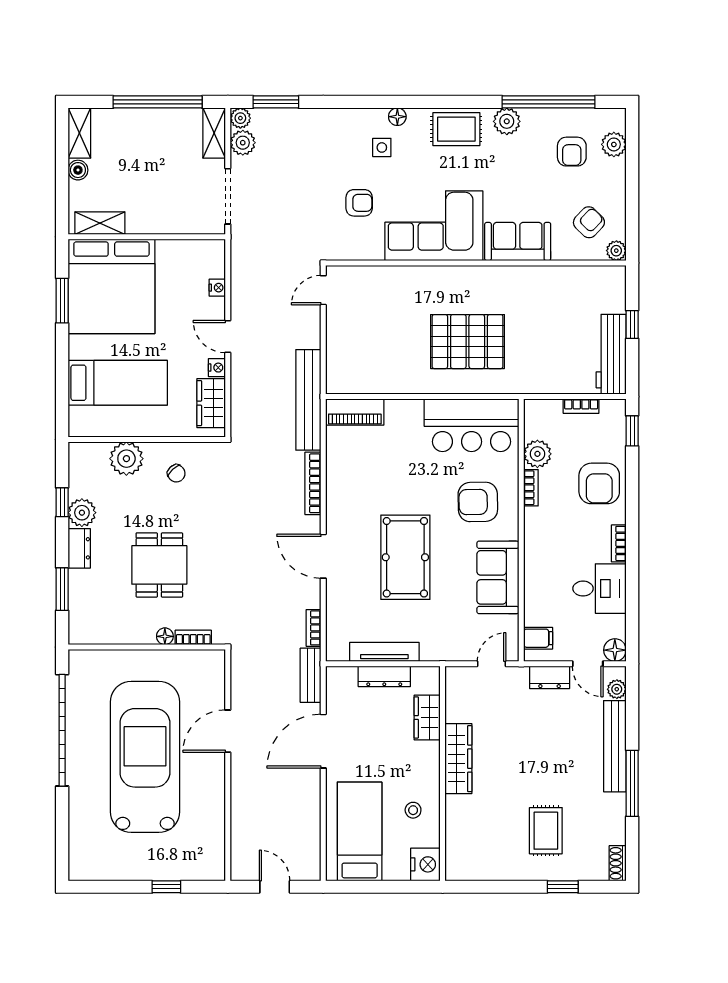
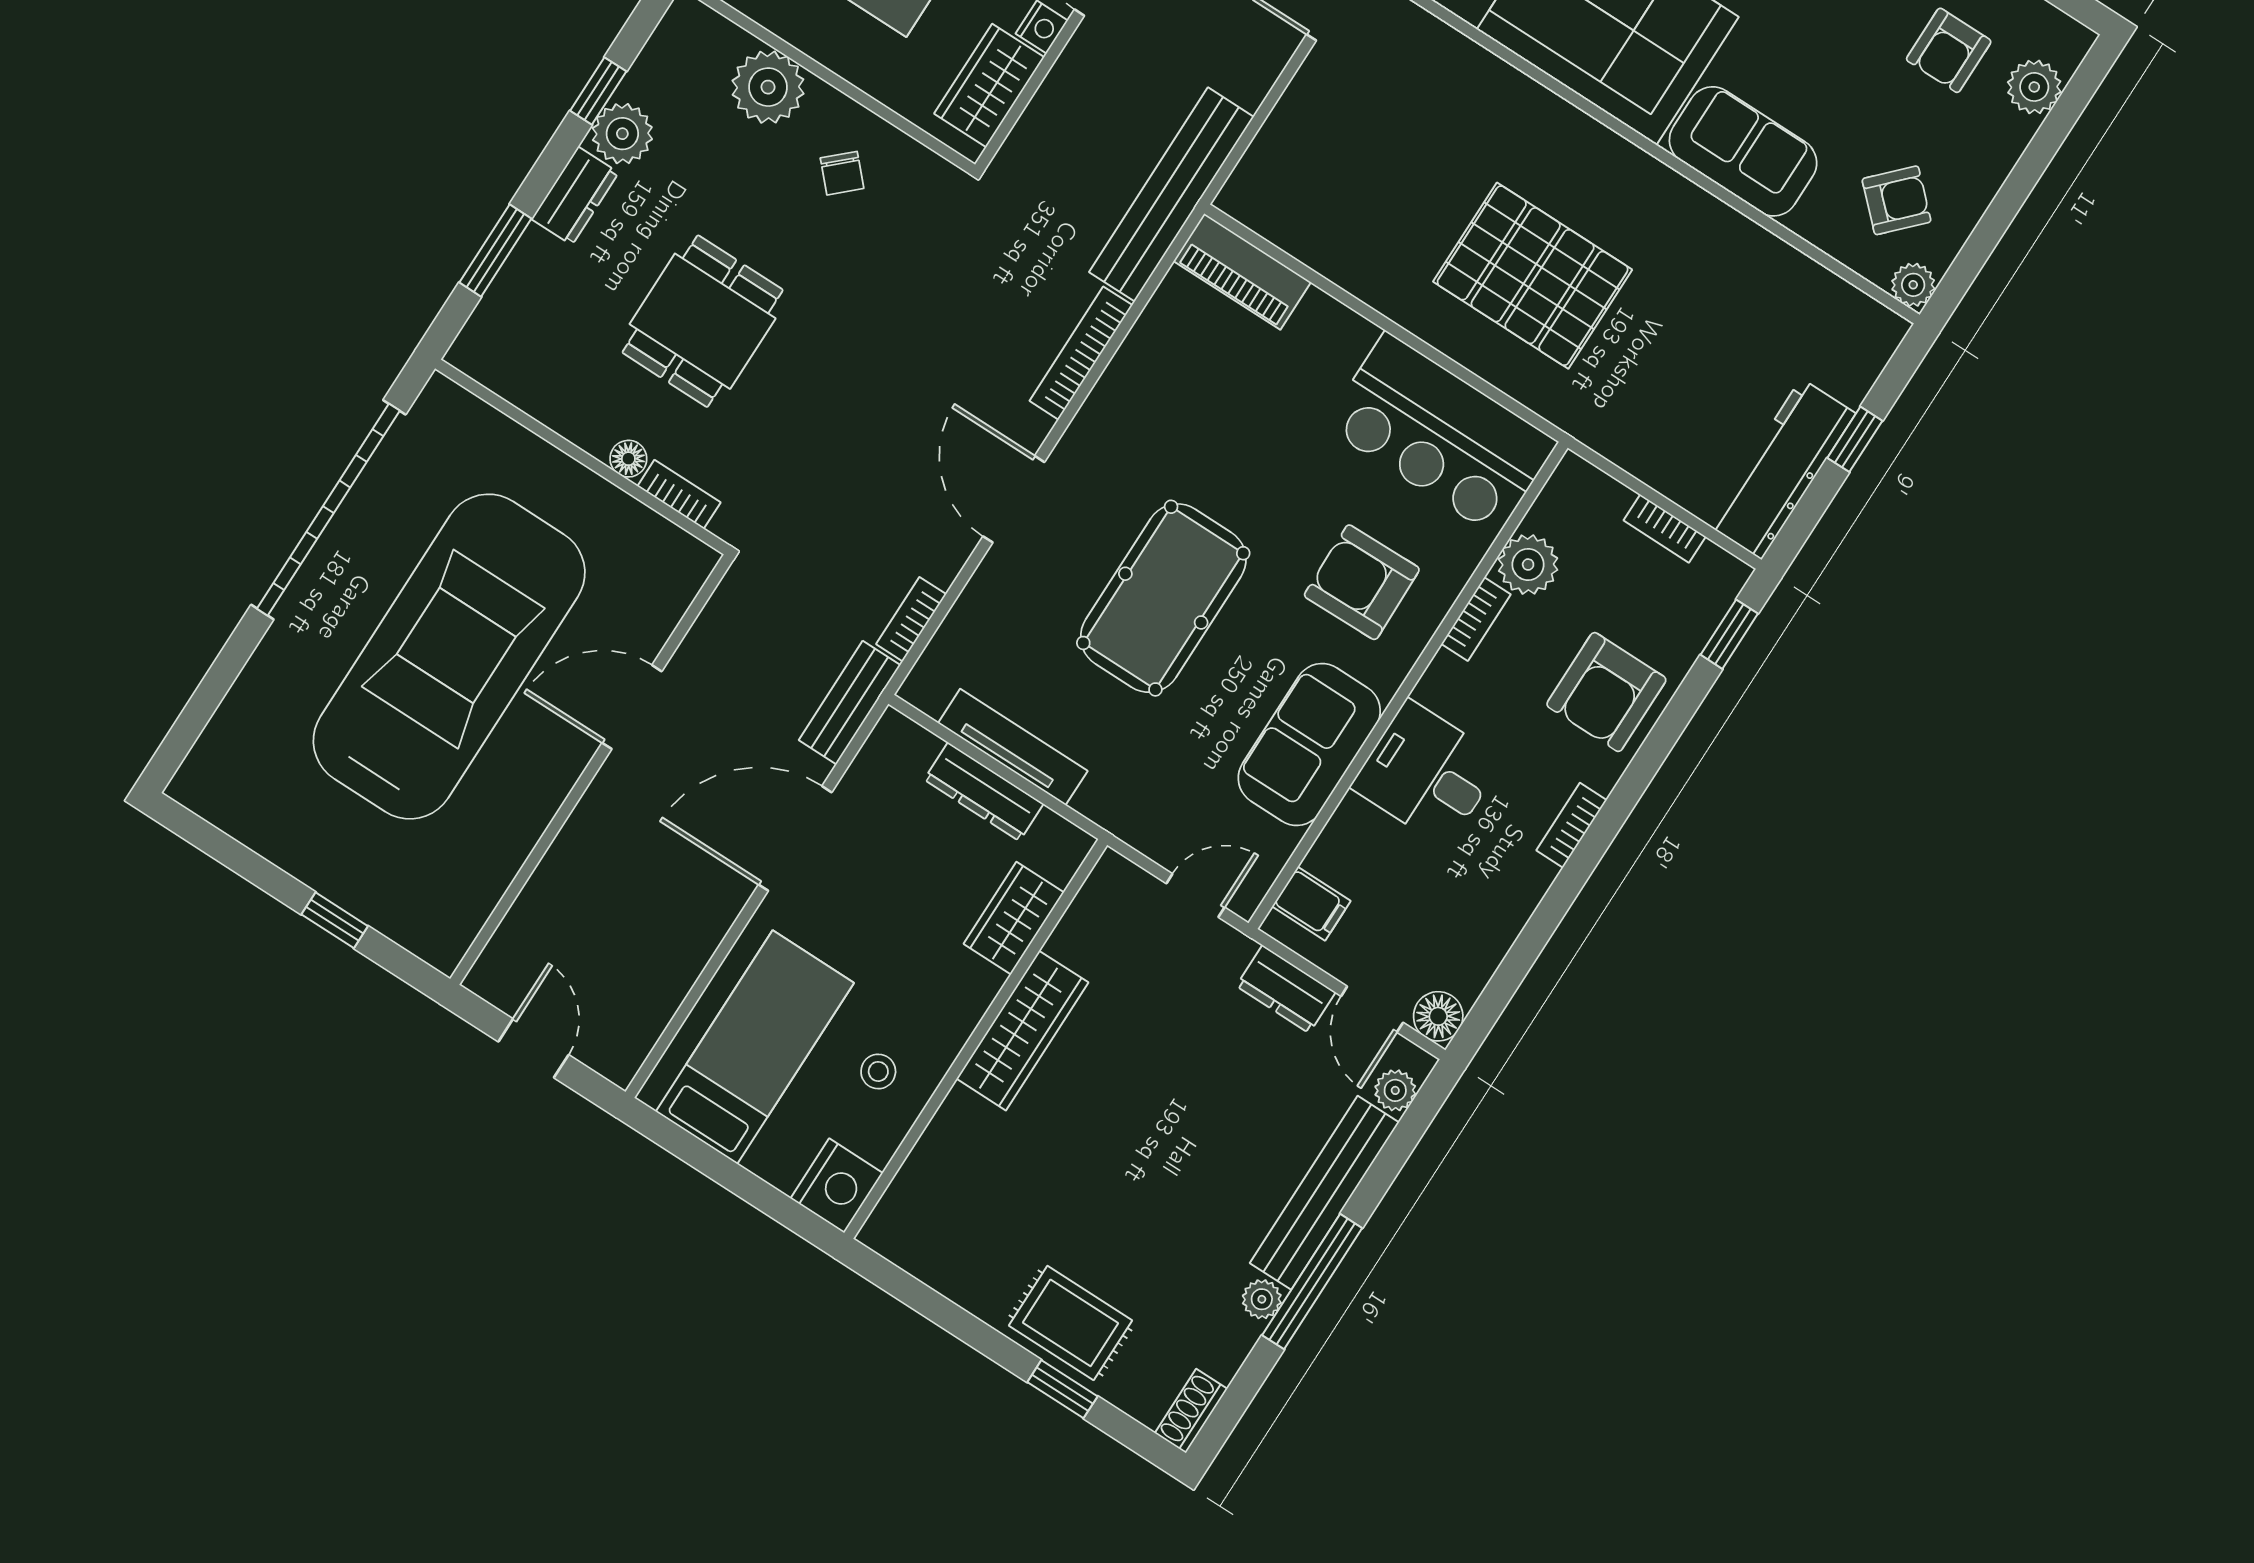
desk: (600, 589) -> (1427, 774), moved, turned 180
plant: (617, 803) -> (1262, 1299), added
rug: (546, 831) -> (1070, 1323), moved, turned 90

